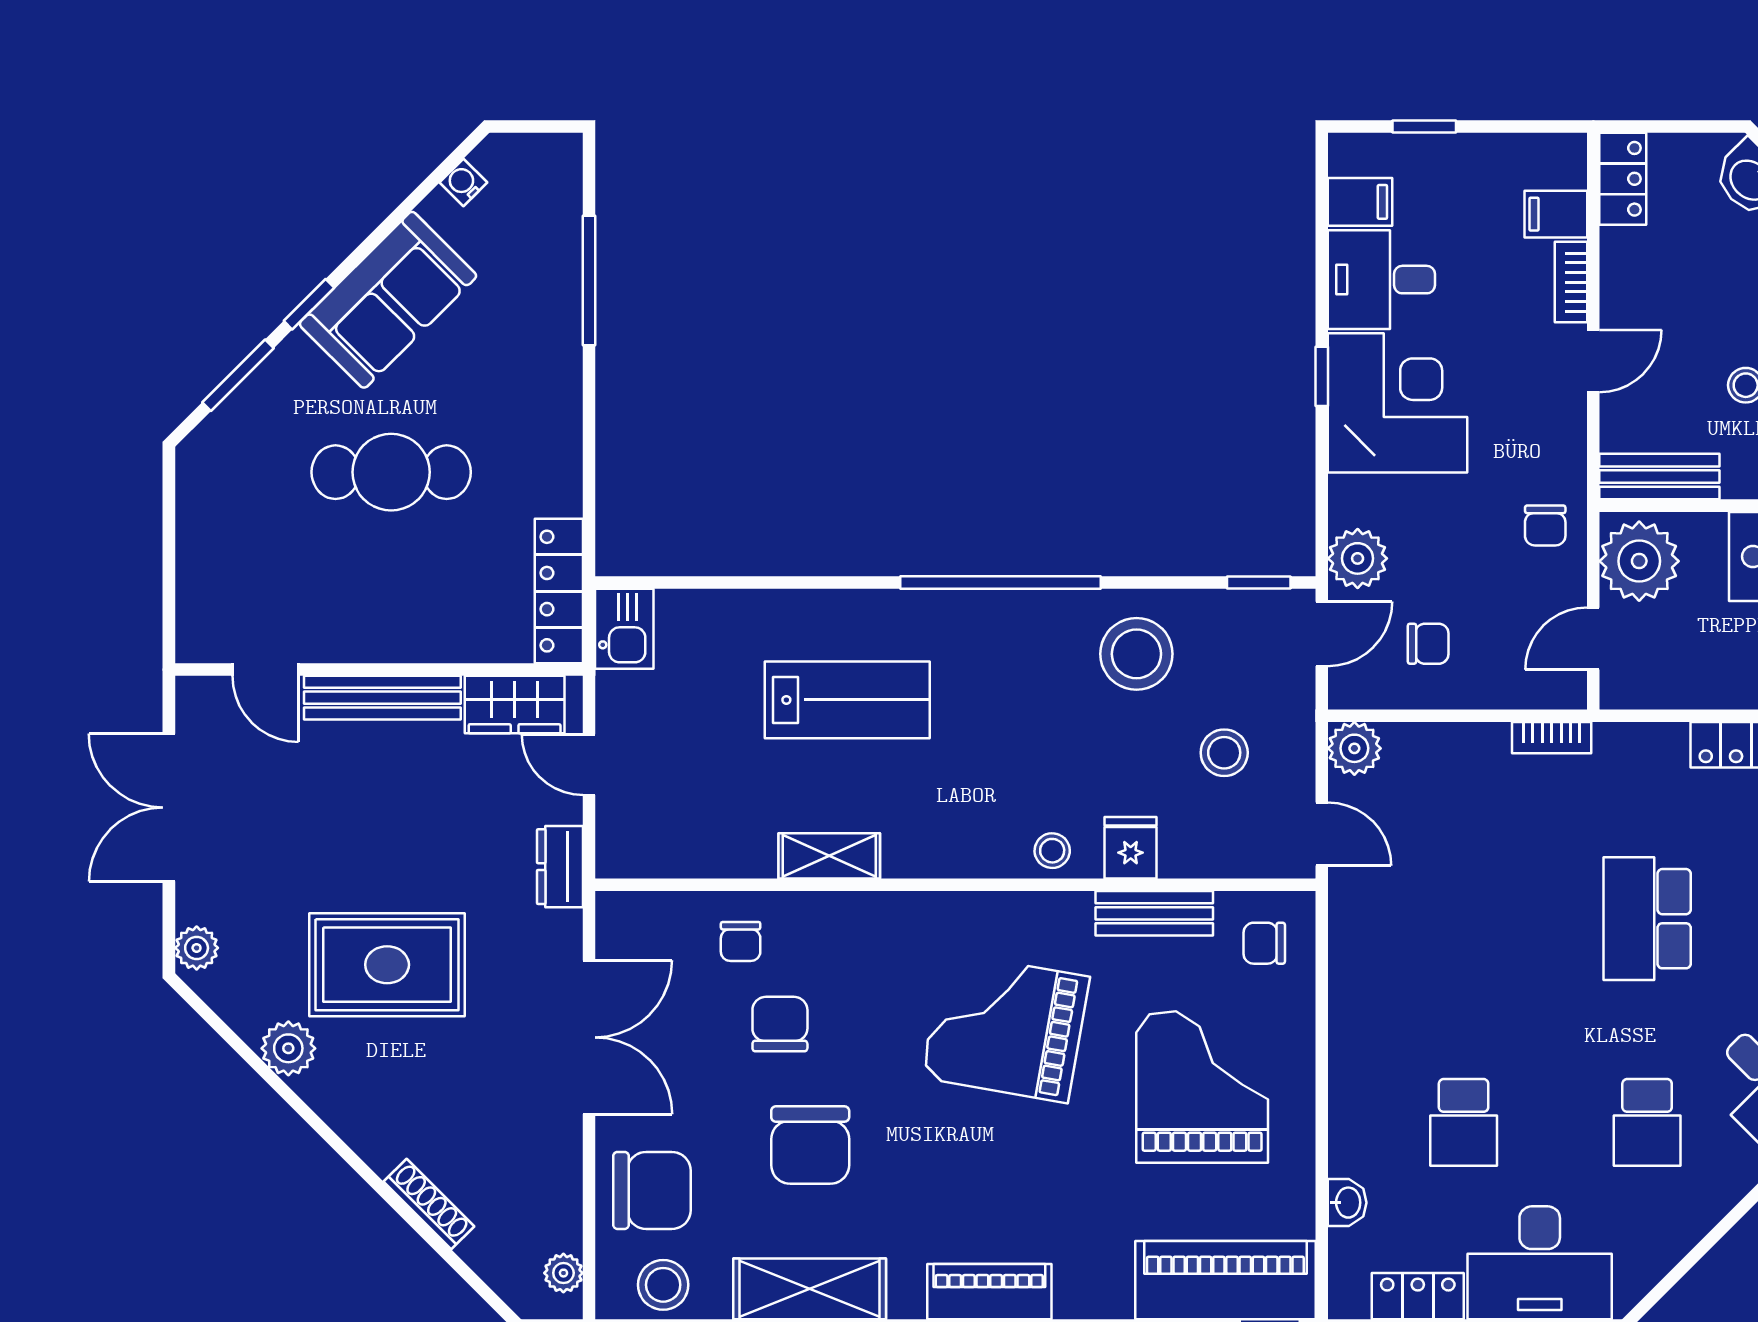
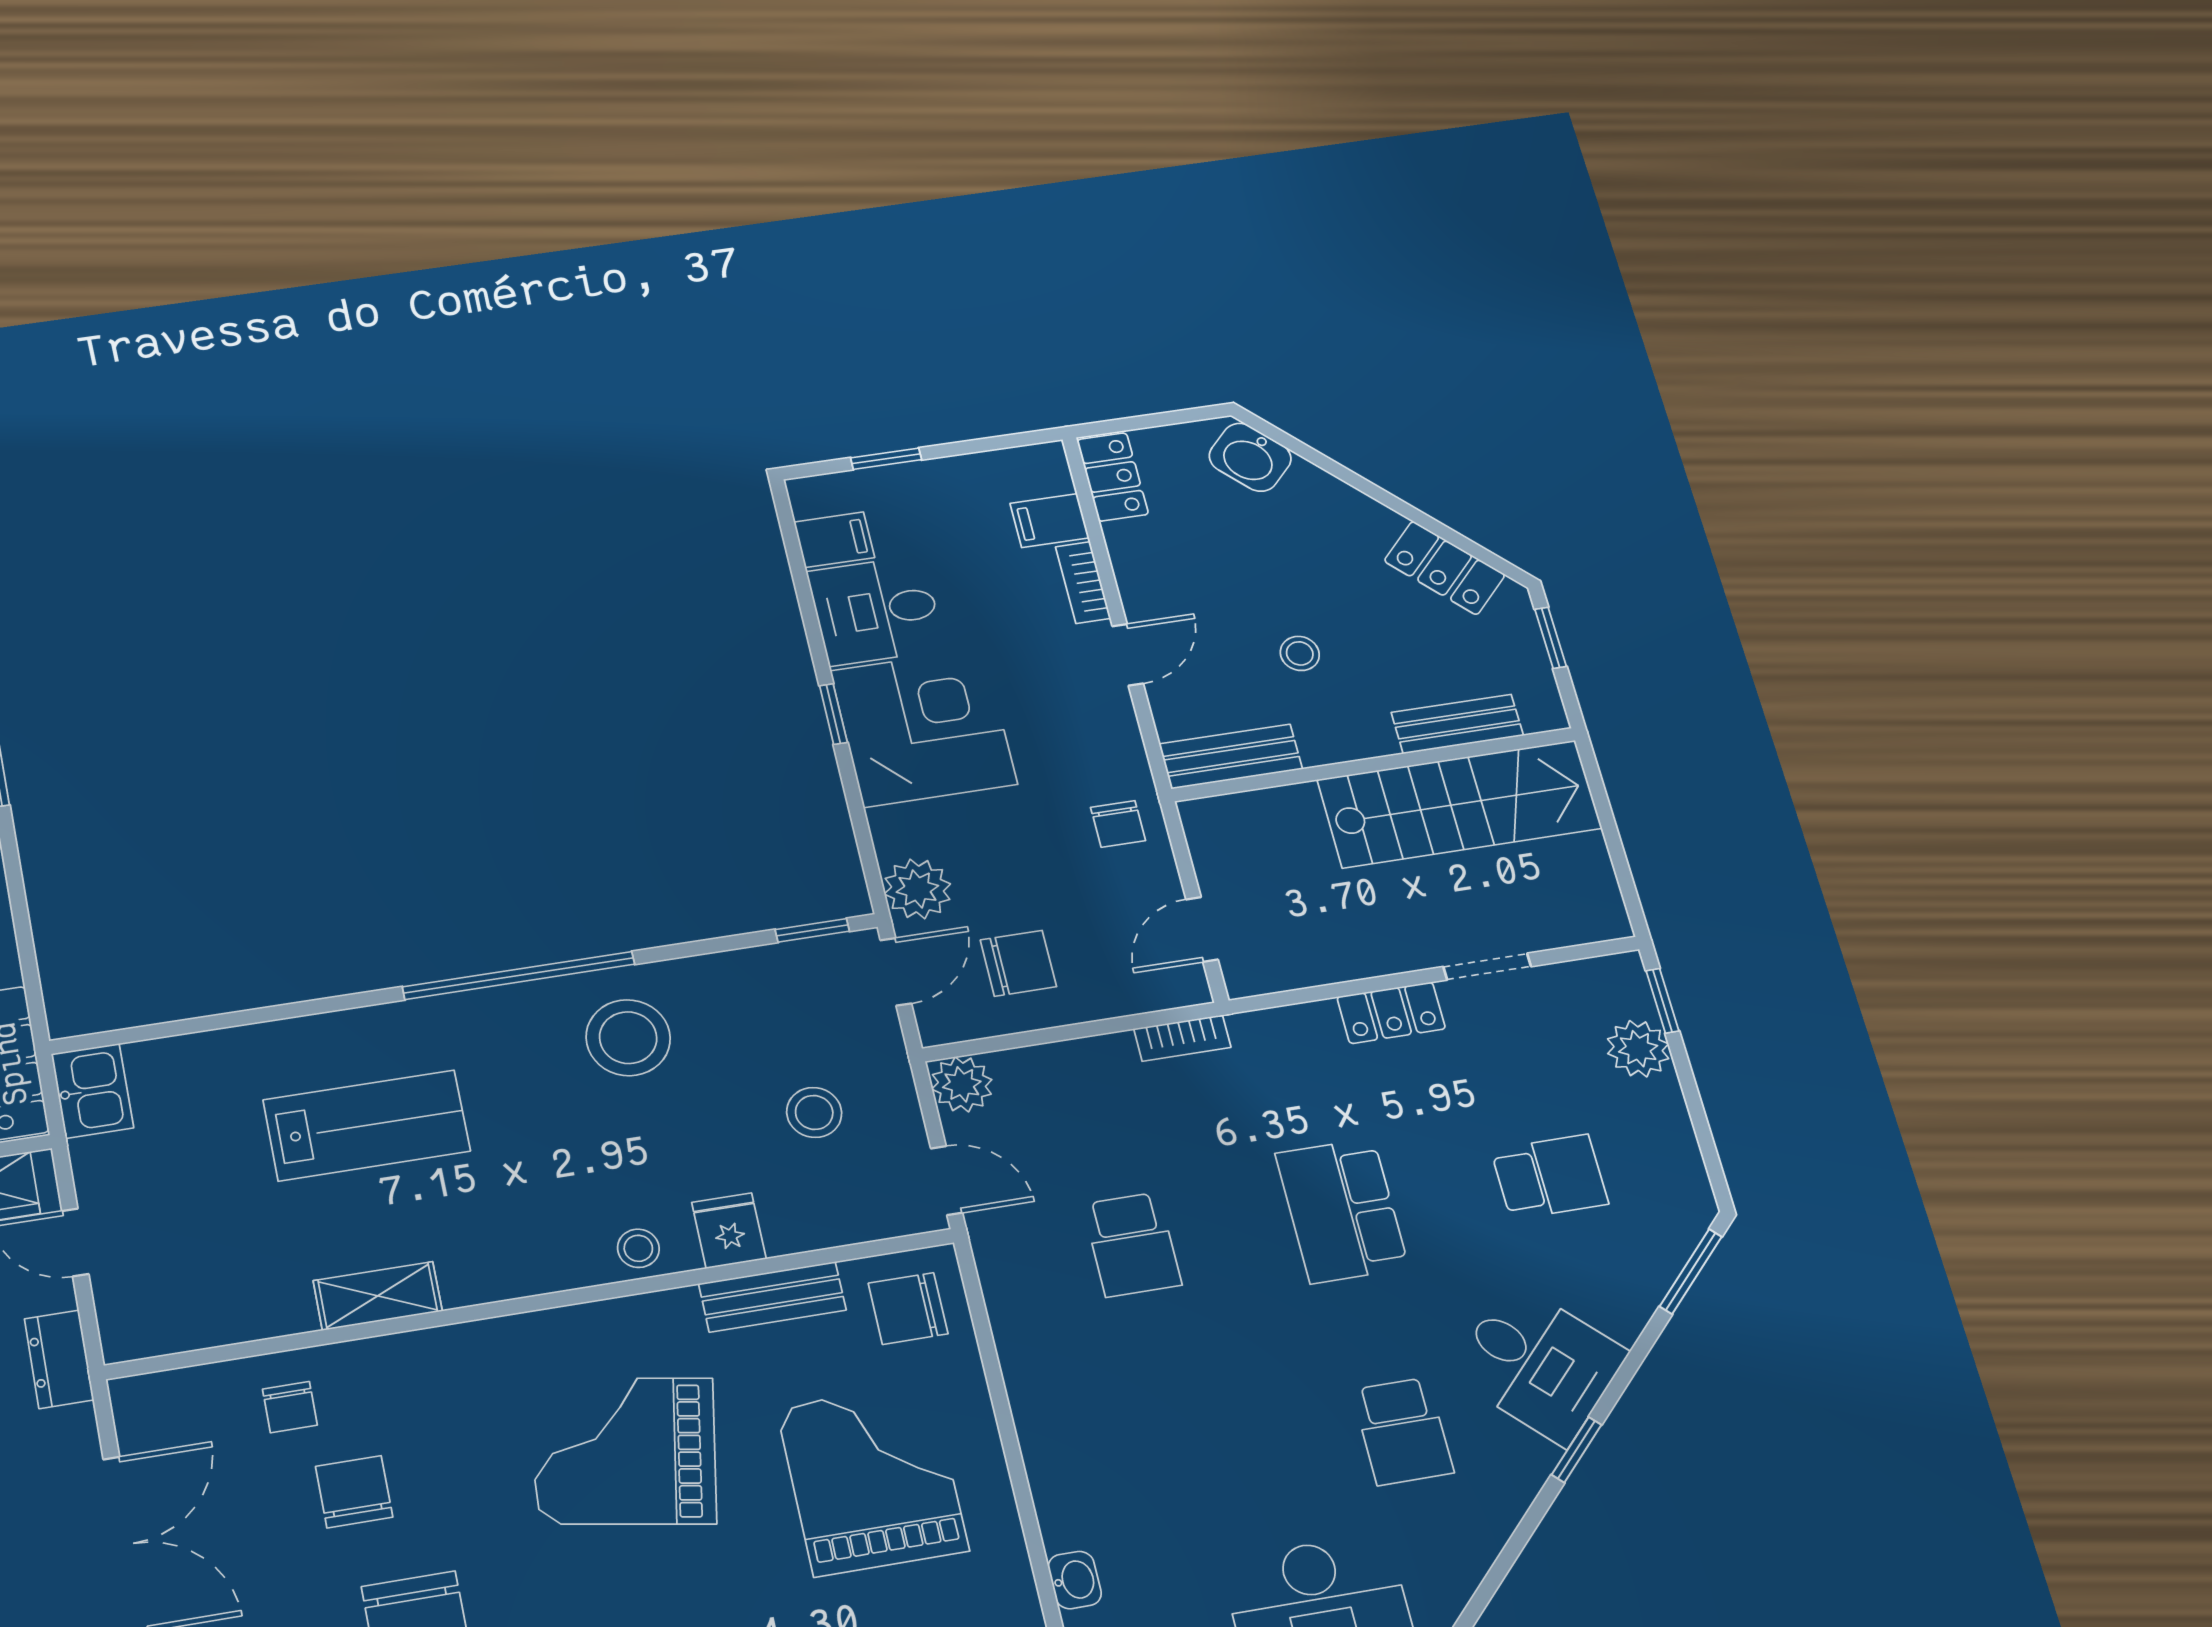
plant: (1639, 561) -> (1232, 844), removed
chair: (1428, 644) -> (1018, 963), width x1.37, depth x1.37
stool: (1136, 654) -> (628, 1038), moved
chair: (1264, 943) -> (908, 1308), width x1.37, depth x1.37
school desk: (1464, 1122) -> (1132, 1245), moved

